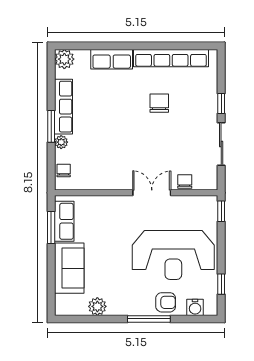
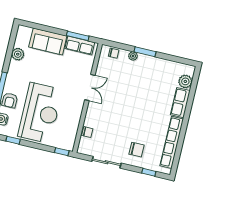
plant: (64, 59) -> (185, 81), moved
chair: (159, 103) -> (136, 150), moved
window: (221, 103) -> (149, 172), moved
row of seats: (63, 107) -> (156, 63), removed
double door: (152, 193) -> (90, 88), moved
reception desk: (173, 255) -> (40, 113), turned 180

